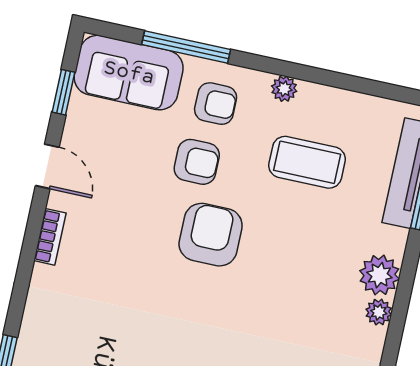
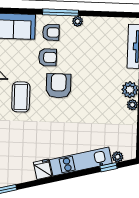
window: (186, 47) -> (60, 12), moved
coffee table: (307, 162) -> (21, 97), moved, turned 90

